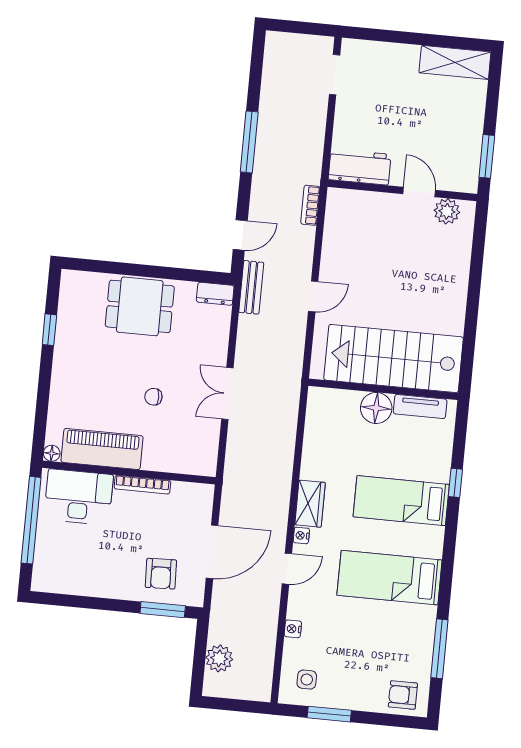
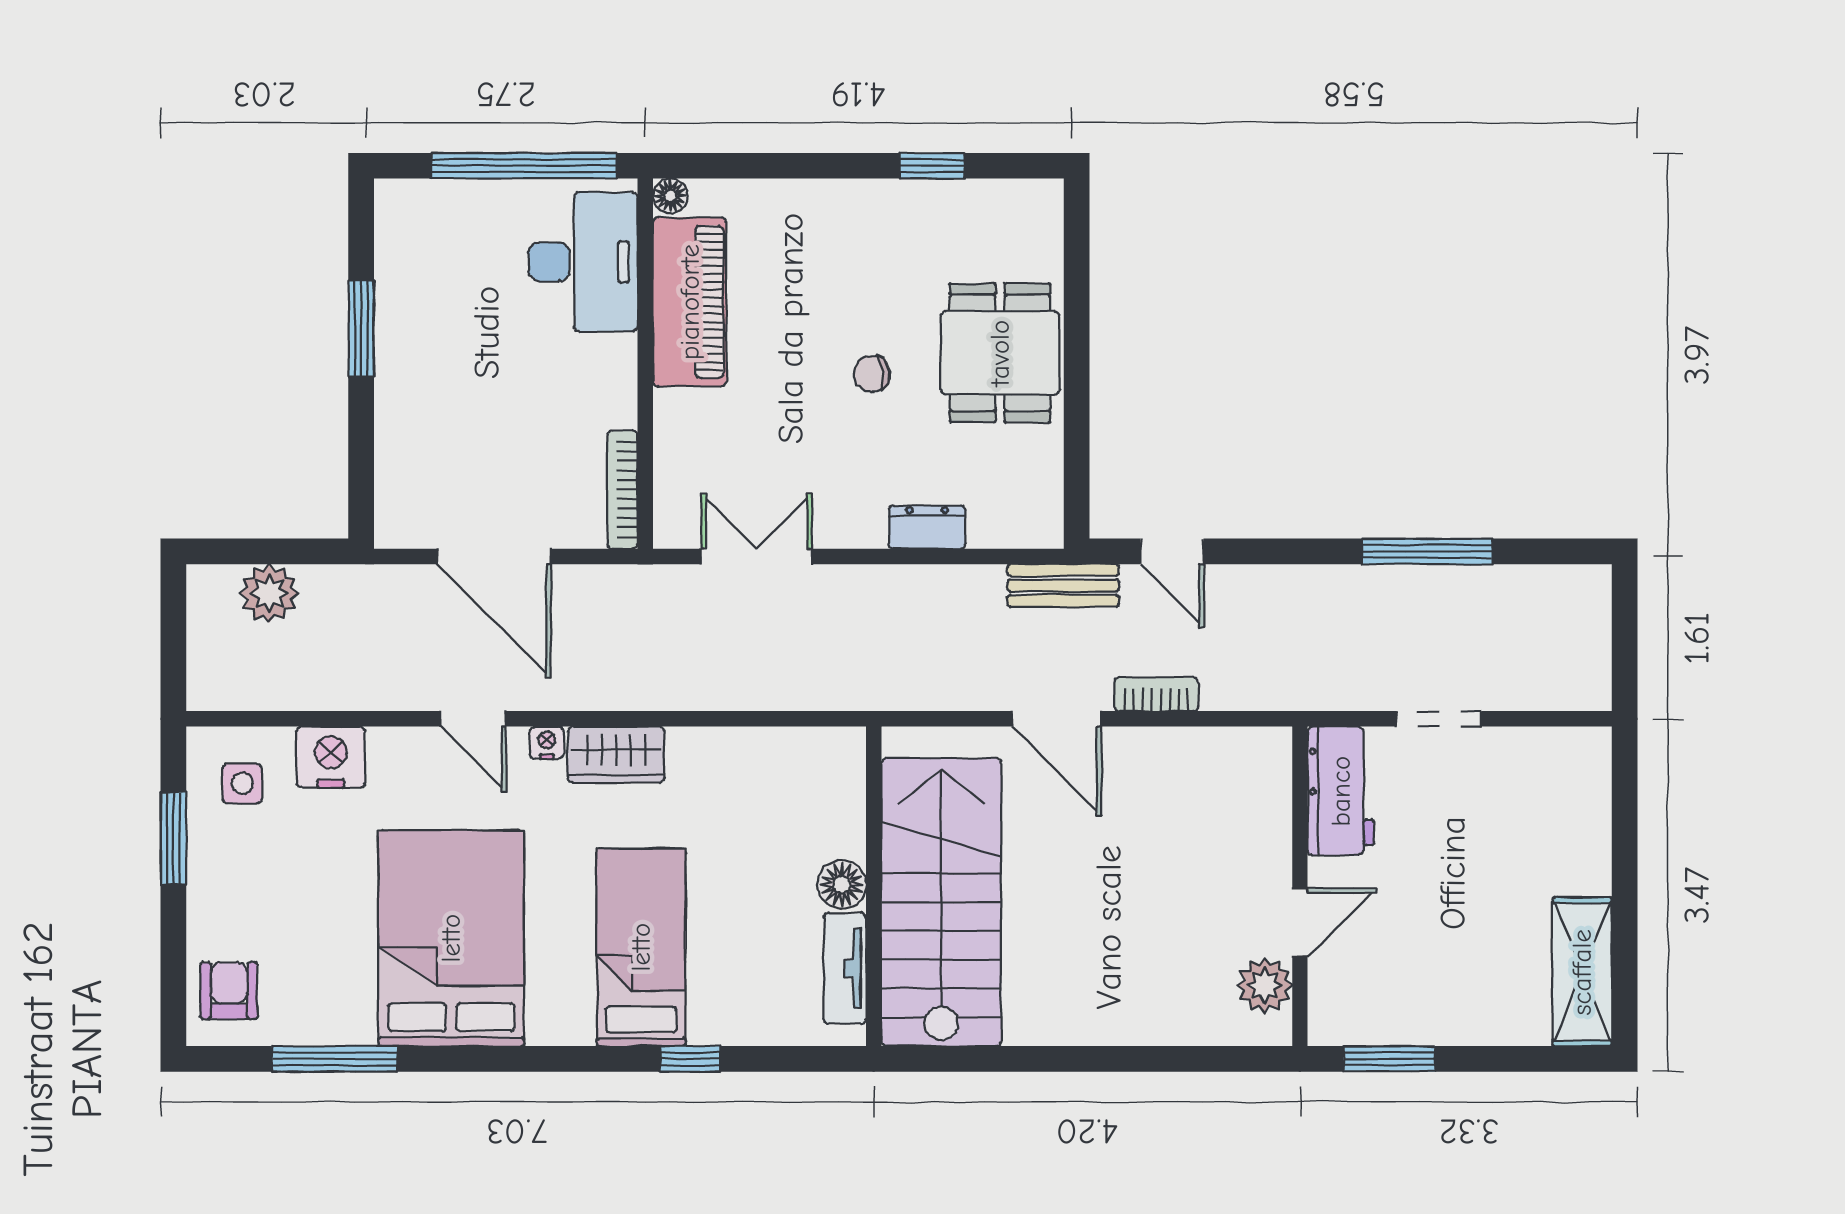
doorway: (335, 75) -> (1439, 719), moved
window: (249, 142) -> (1427, 551), moved
bookcase: (310, 205) -> (1156, 694), moved
dresser: (215, 294) -> (927, 527), moved, turned 90
door: (313, 296) -> (1057, 719), width x1.38
double door: (227, 393) -> (756, 556), moved
chair: (153, 397) -> (872, 374), moved, turned -99
floor lamp: (376, 408) -> (842, 884), width x0.73, depth x0.73
bookcase: (142, 485) -> (622, 490), moved
armchair: (161, 574) -> (437, 452), removed
bed: (389, 578) -> (451, 938), width x1.50
window: (163, 610) -> (361, 329), moved
nightstand: (293, 629) -> (331, 757), width x1.89, depth x1.79

